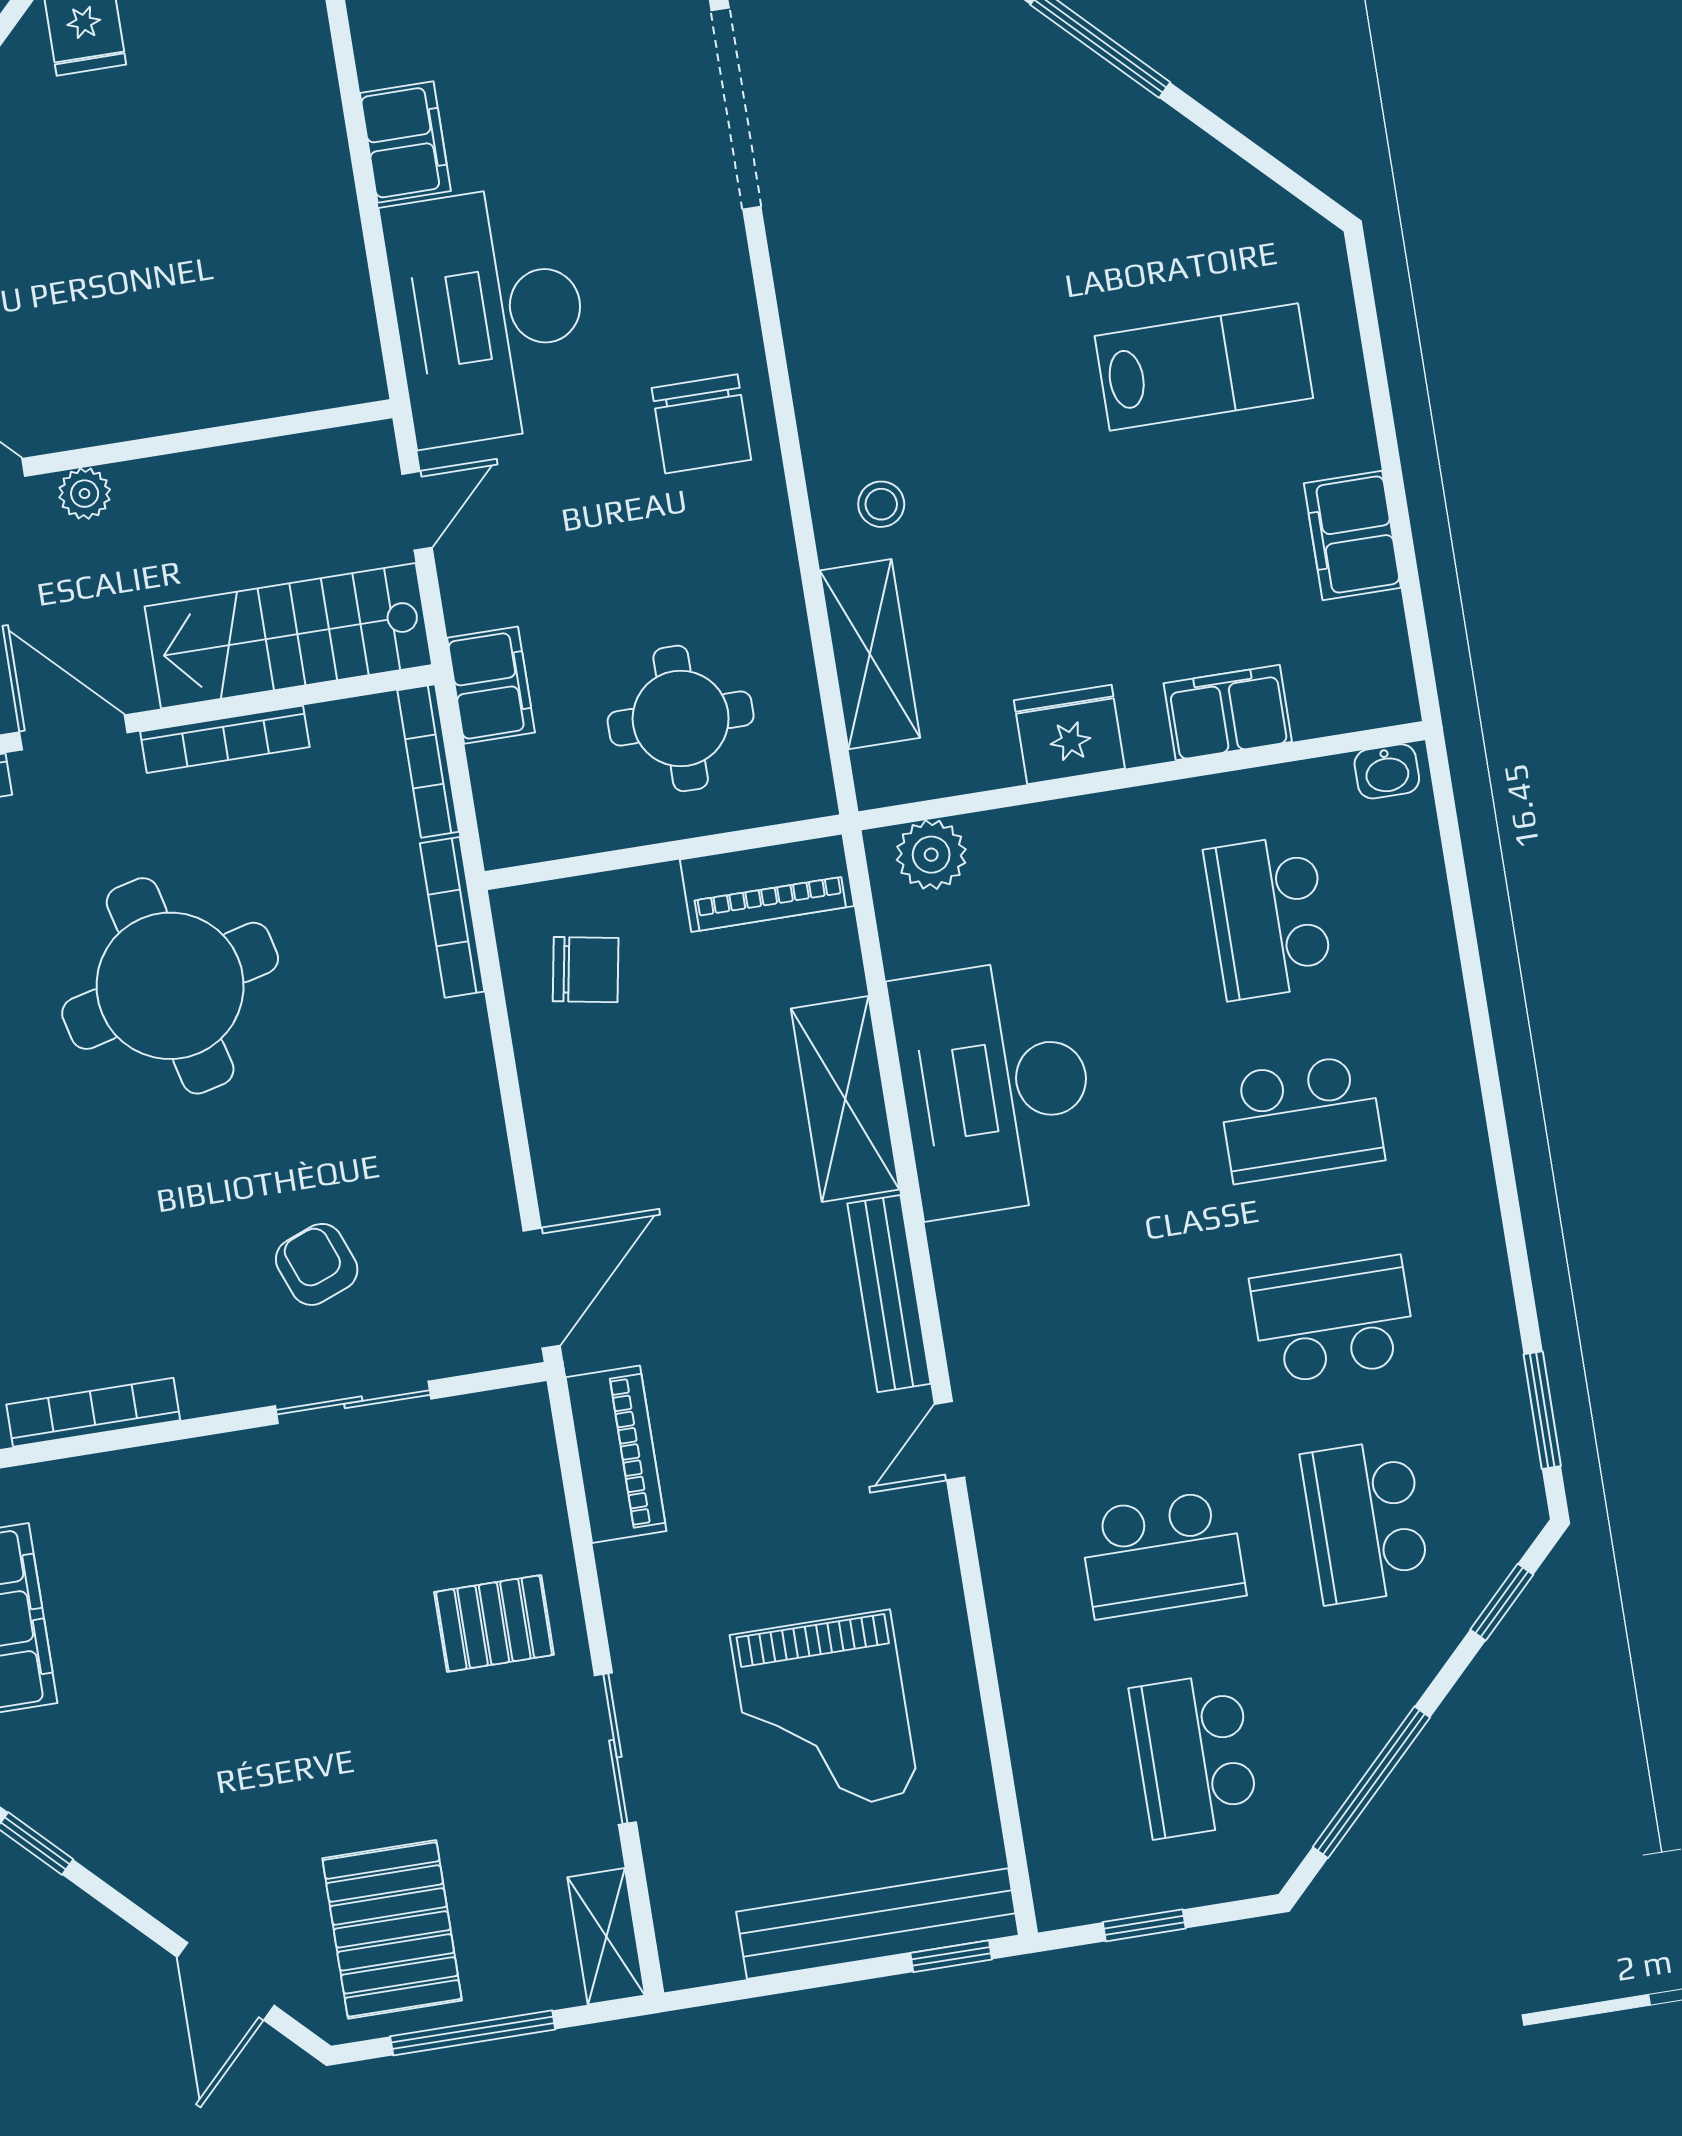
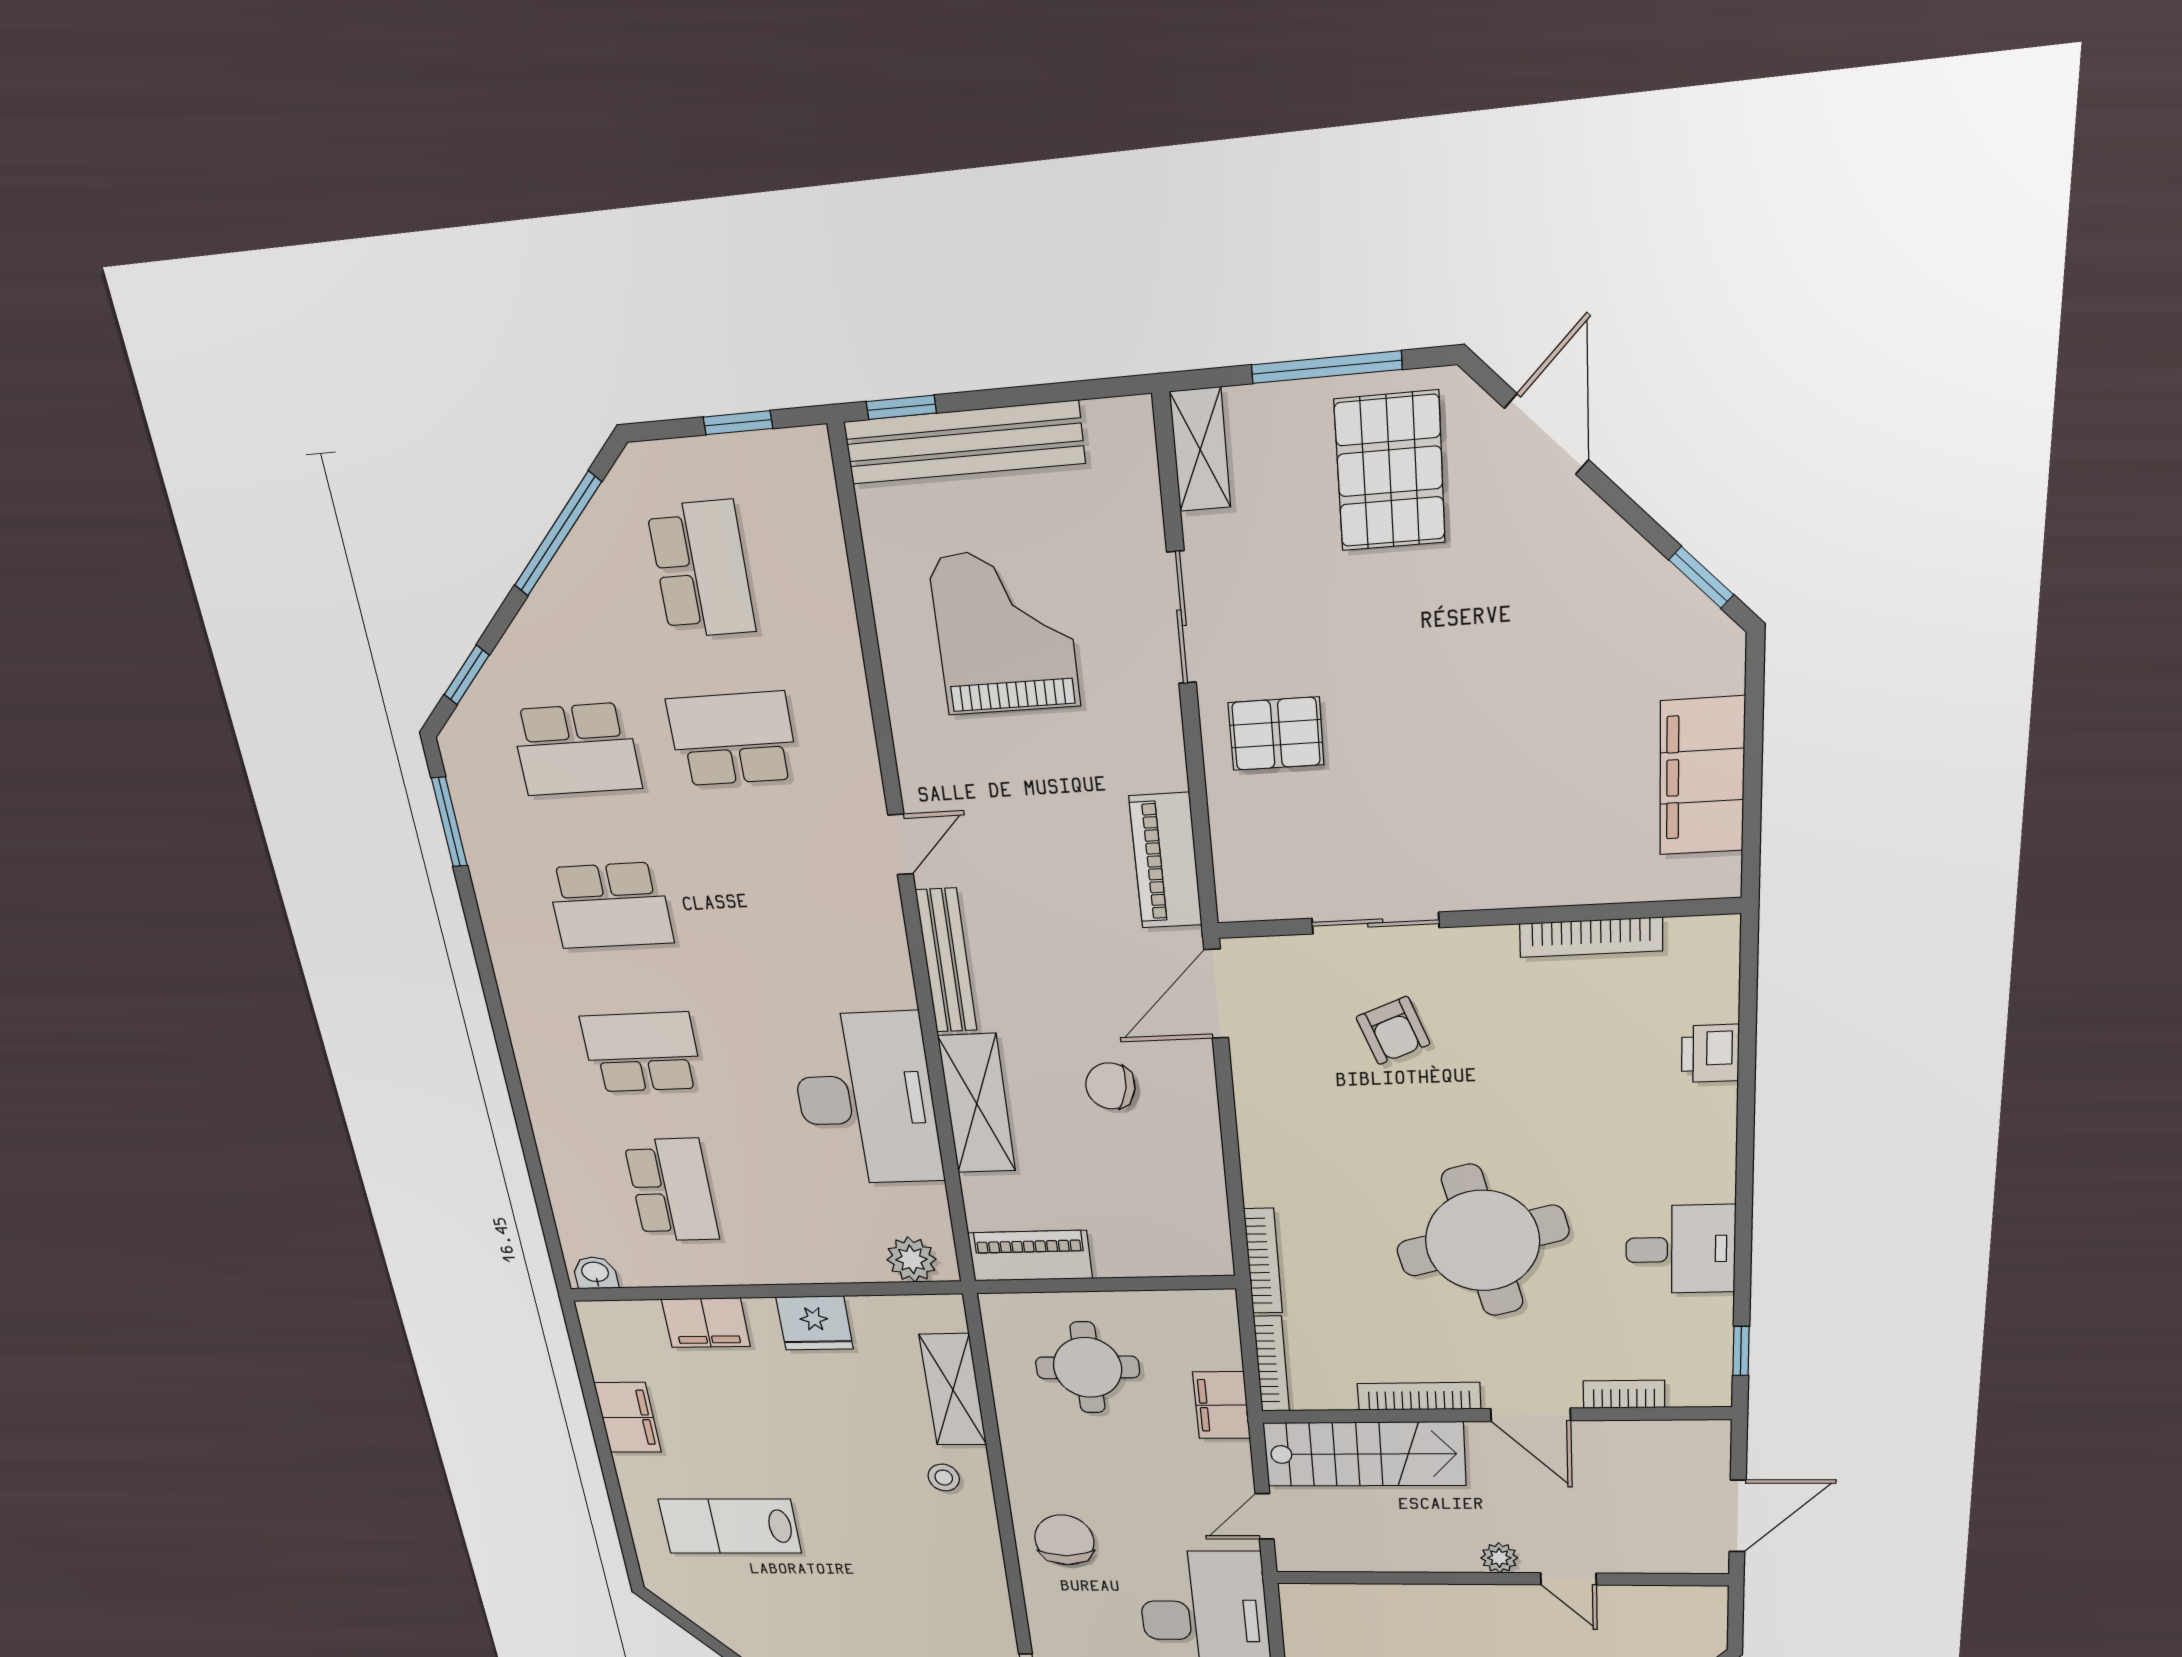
chair: (586, 970) -> (1110, 1086), moved
school desk: (1366, 1521) -> (576, 749), turned 90

